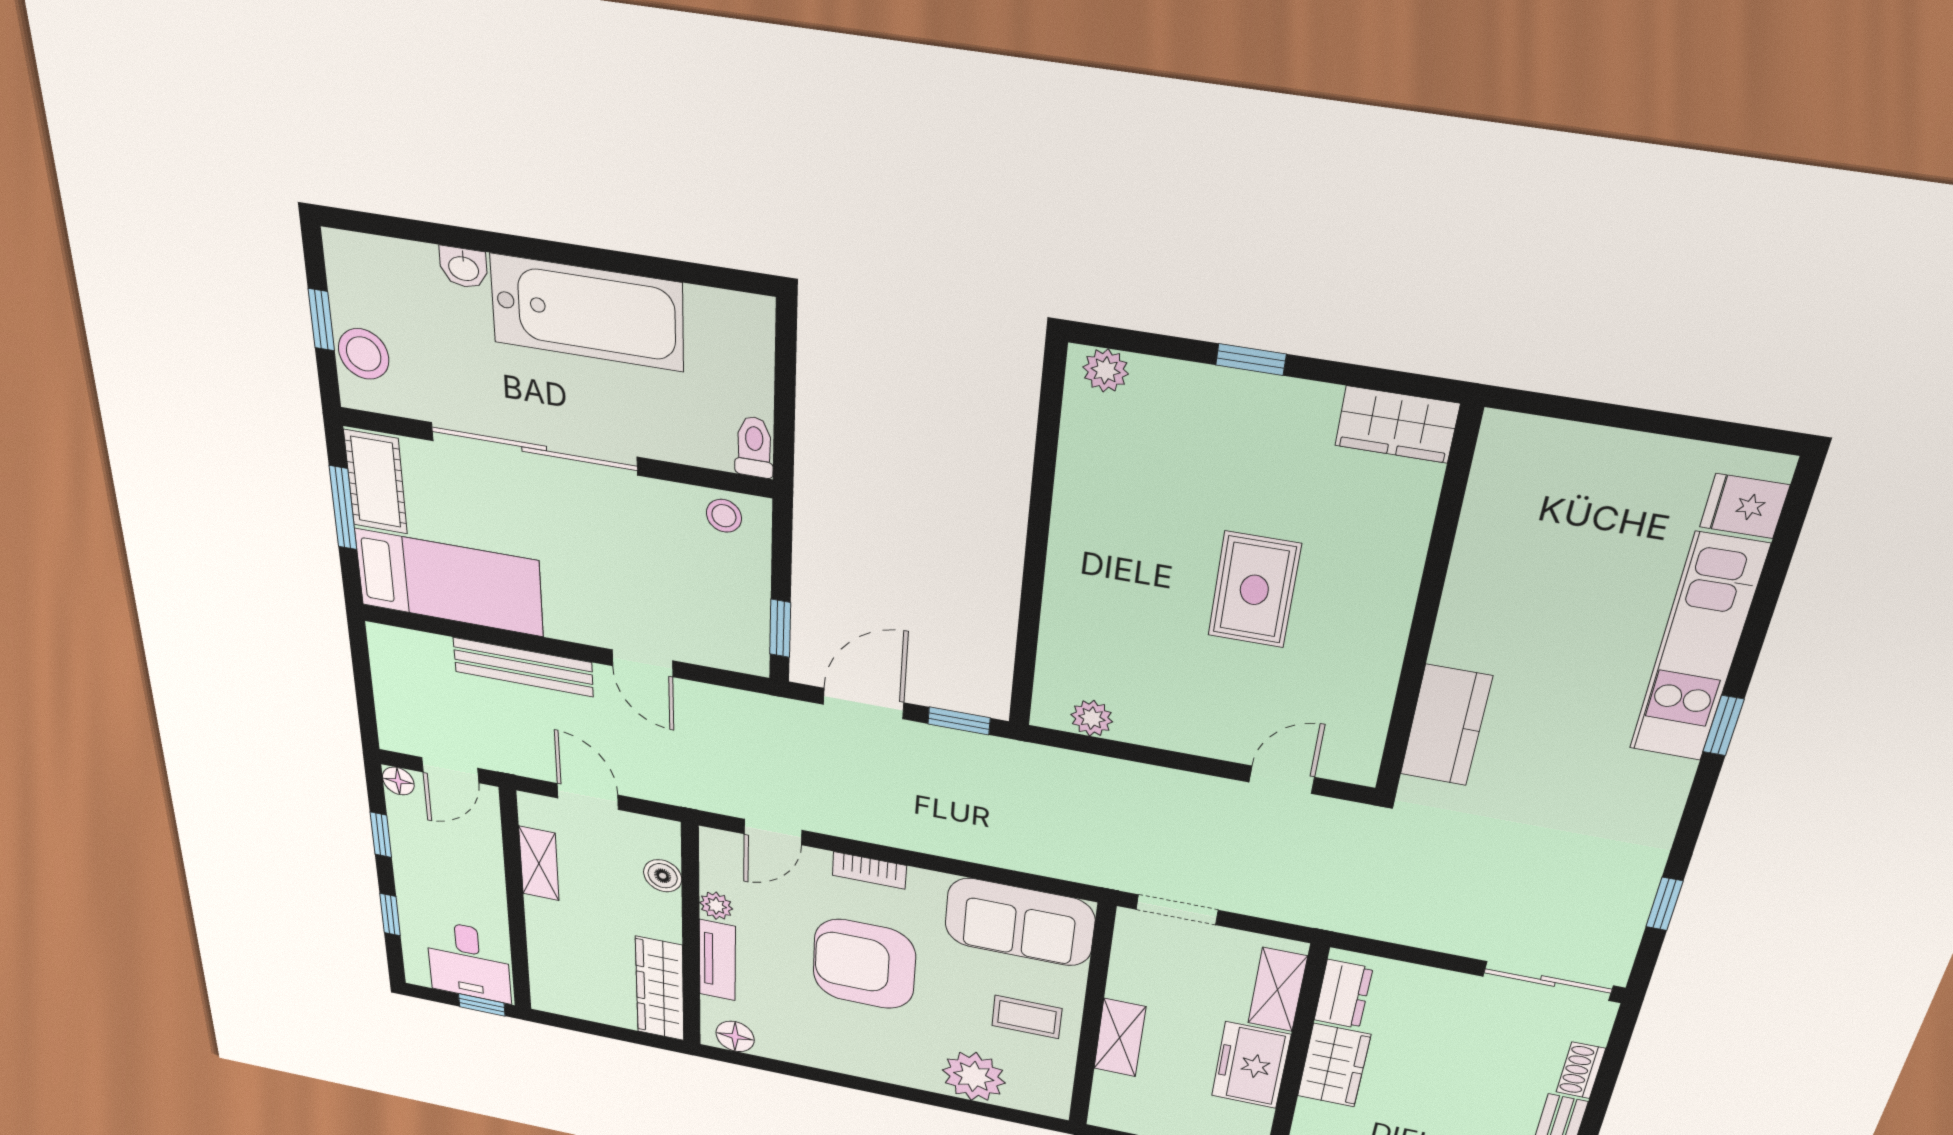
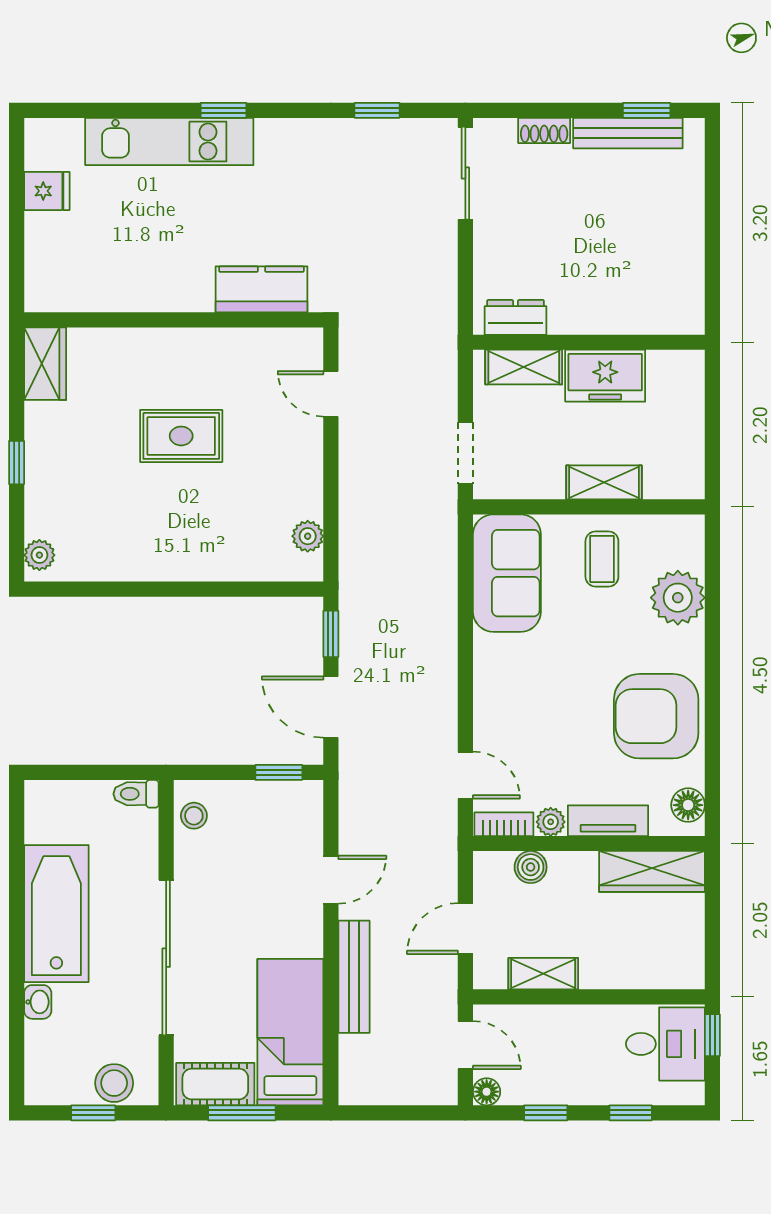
fridge: (1745, 506) -> (47, 191), moved, turned -90
bookcase: (869, 870) -> (504, 824), moved, turned -90
armchair: (864, 964) -> (656, 716), moved, turned 90
wardrobe: (1334, 1065) -> (588, 312), removed

